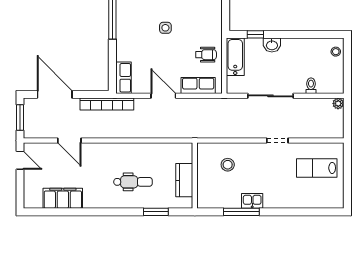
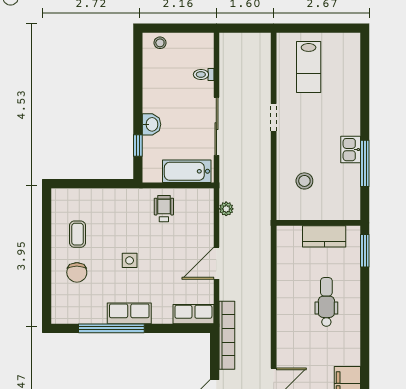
bathtub: (235, 57) -> (187, 171), moved
row of seats: (198, 86) -> (129, 313), moved, turned 90
plant: (338, 103) -> (226, 209), moved
window: (156, 212) -> (365, 251), moved

